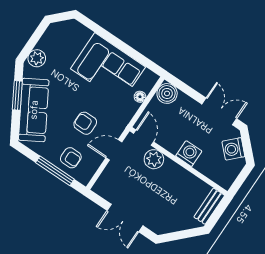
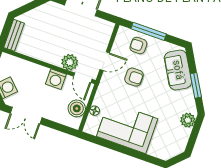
boiler: (167, 93) -> (77, 108), moved
sofa: (34, 110) -> (178, 70), width x0.73
washing machine: (189, 154) -> (56, 79), moved

